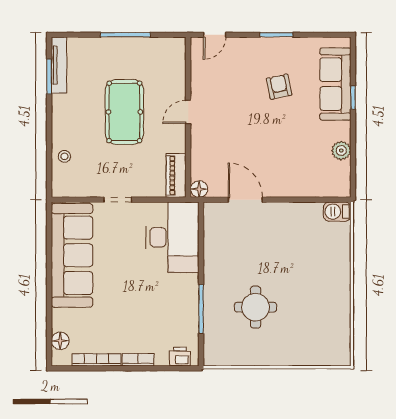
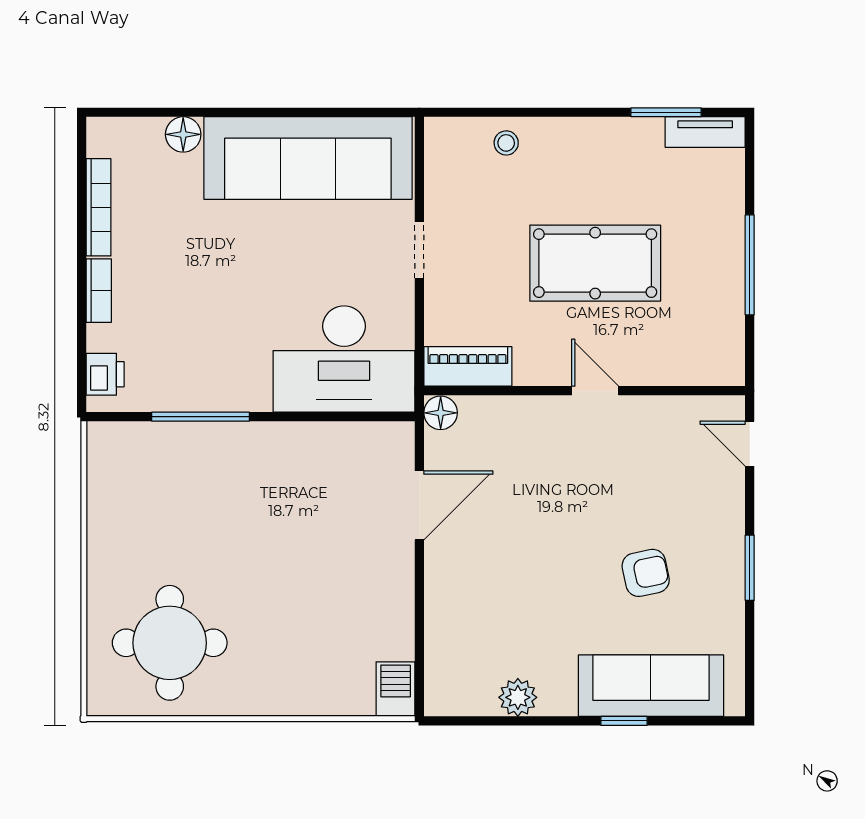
tv unit: (59, 65) -> (705, 132), width x0.71
round table: (256, 307) -> (170, 643), moved, width x1.36, depth x1.36
floor lamp: (60, 341) -> (183, 134), moved

